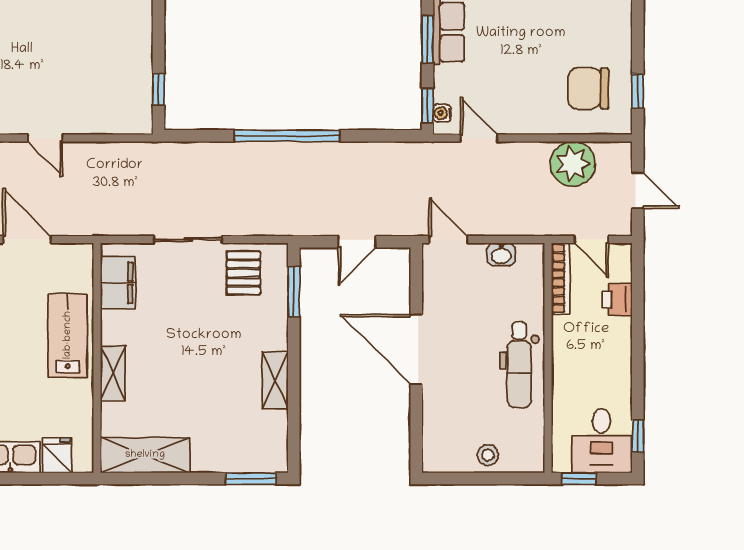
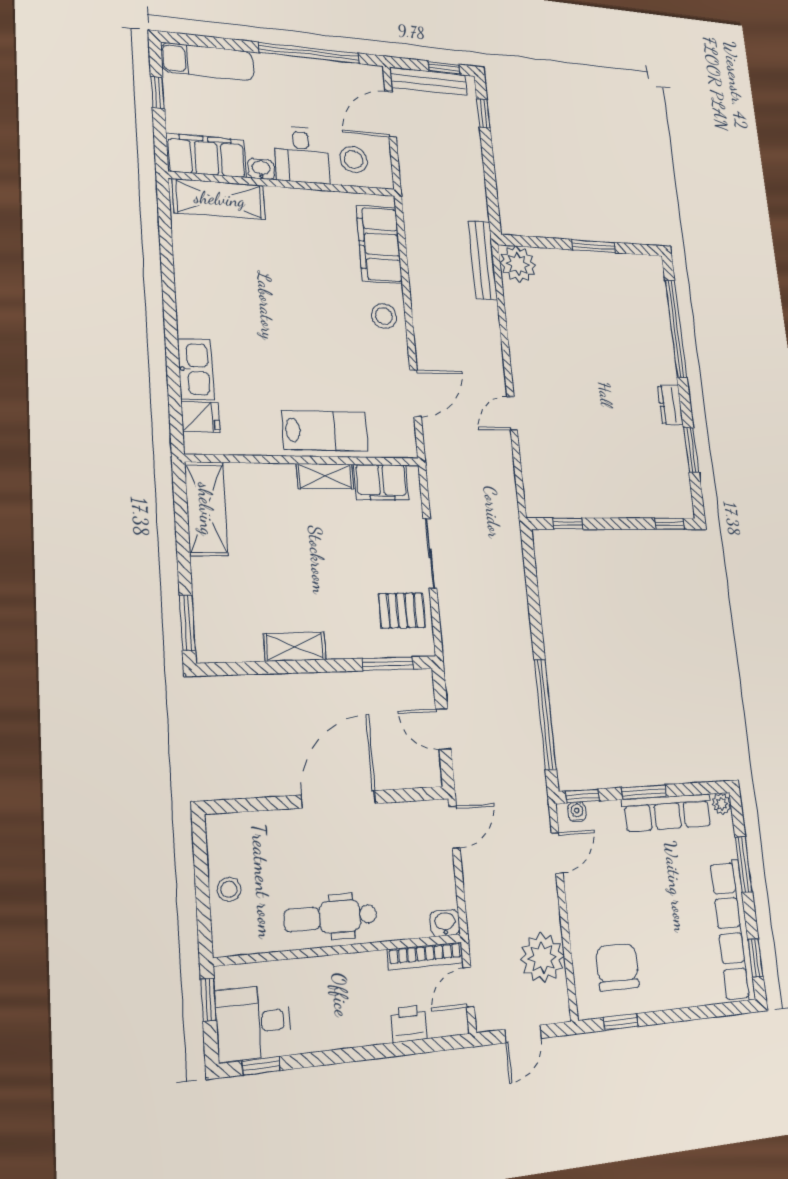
window: (287, 136) -> (545, 714), moved
washbasin: (501, 254) -> (445, 923), moved, turned 90
shelving: (113, 373) -> (325, 476), moved

